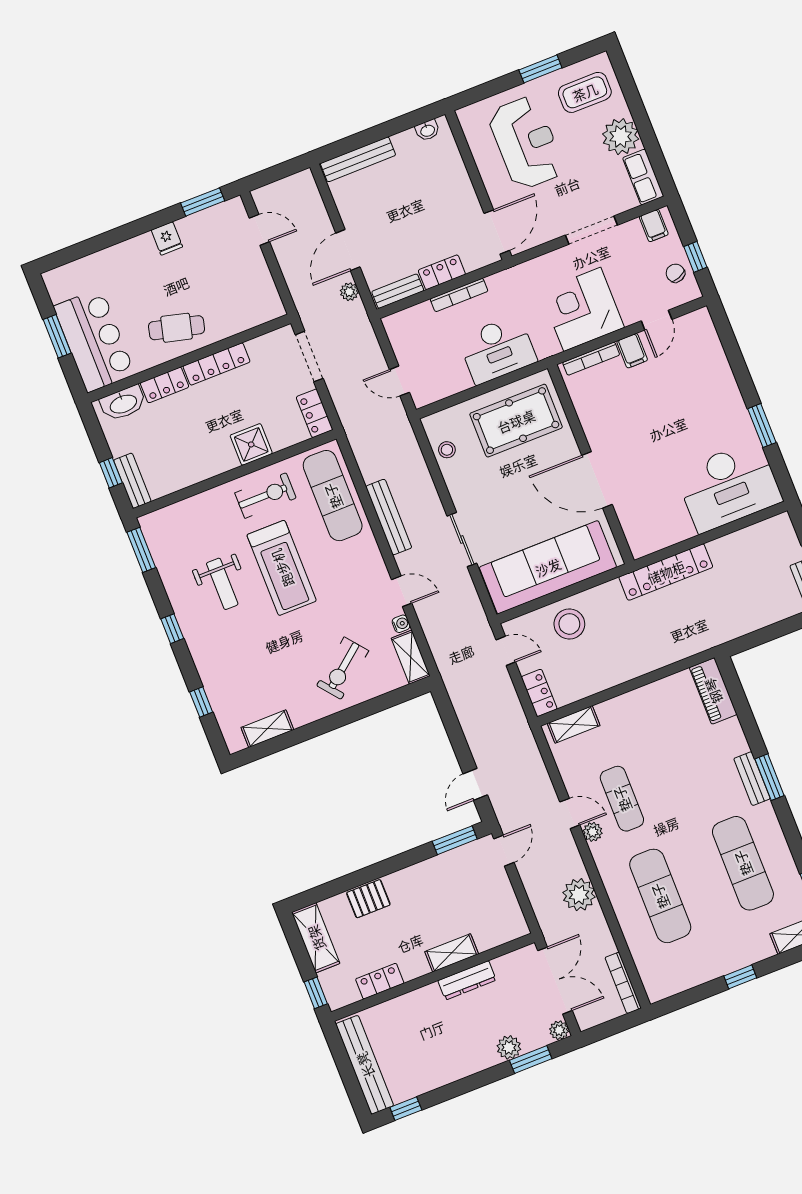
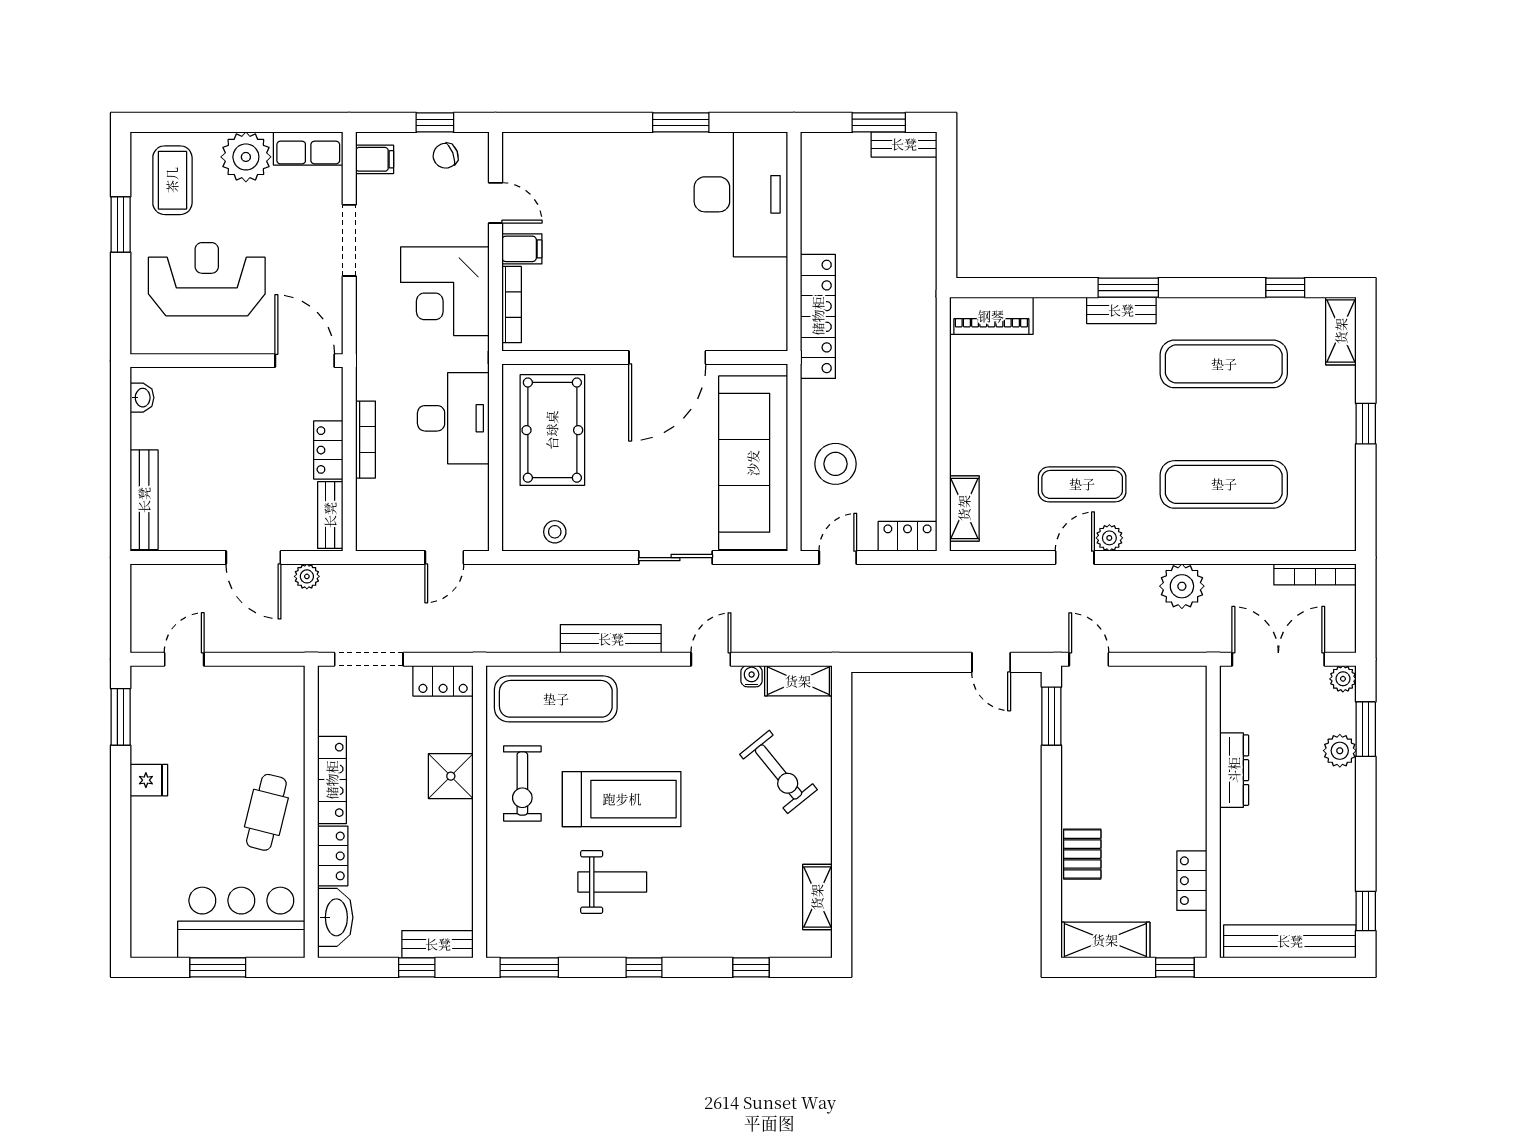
exercise bike: (265, 495) -> (522, 783), turned 180
shelving: (452, 953) -> (1192, 776), removed

